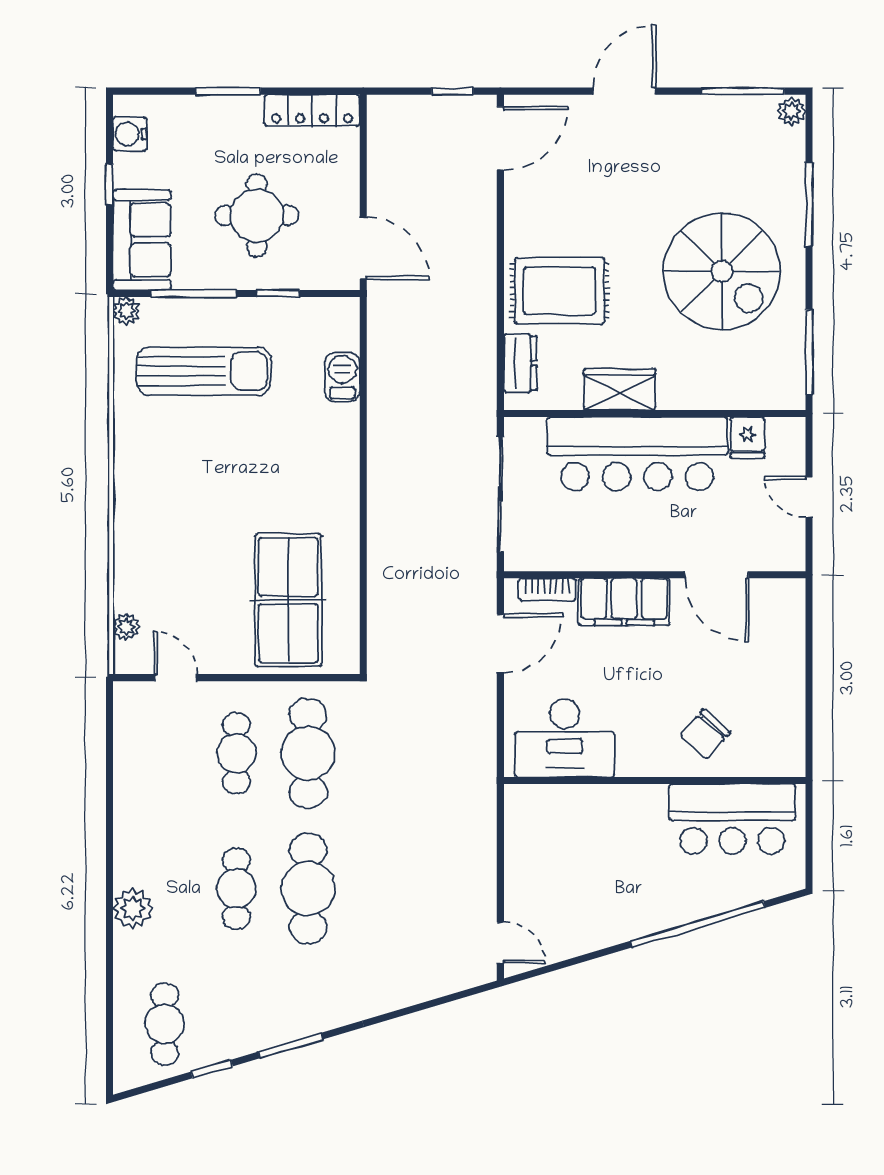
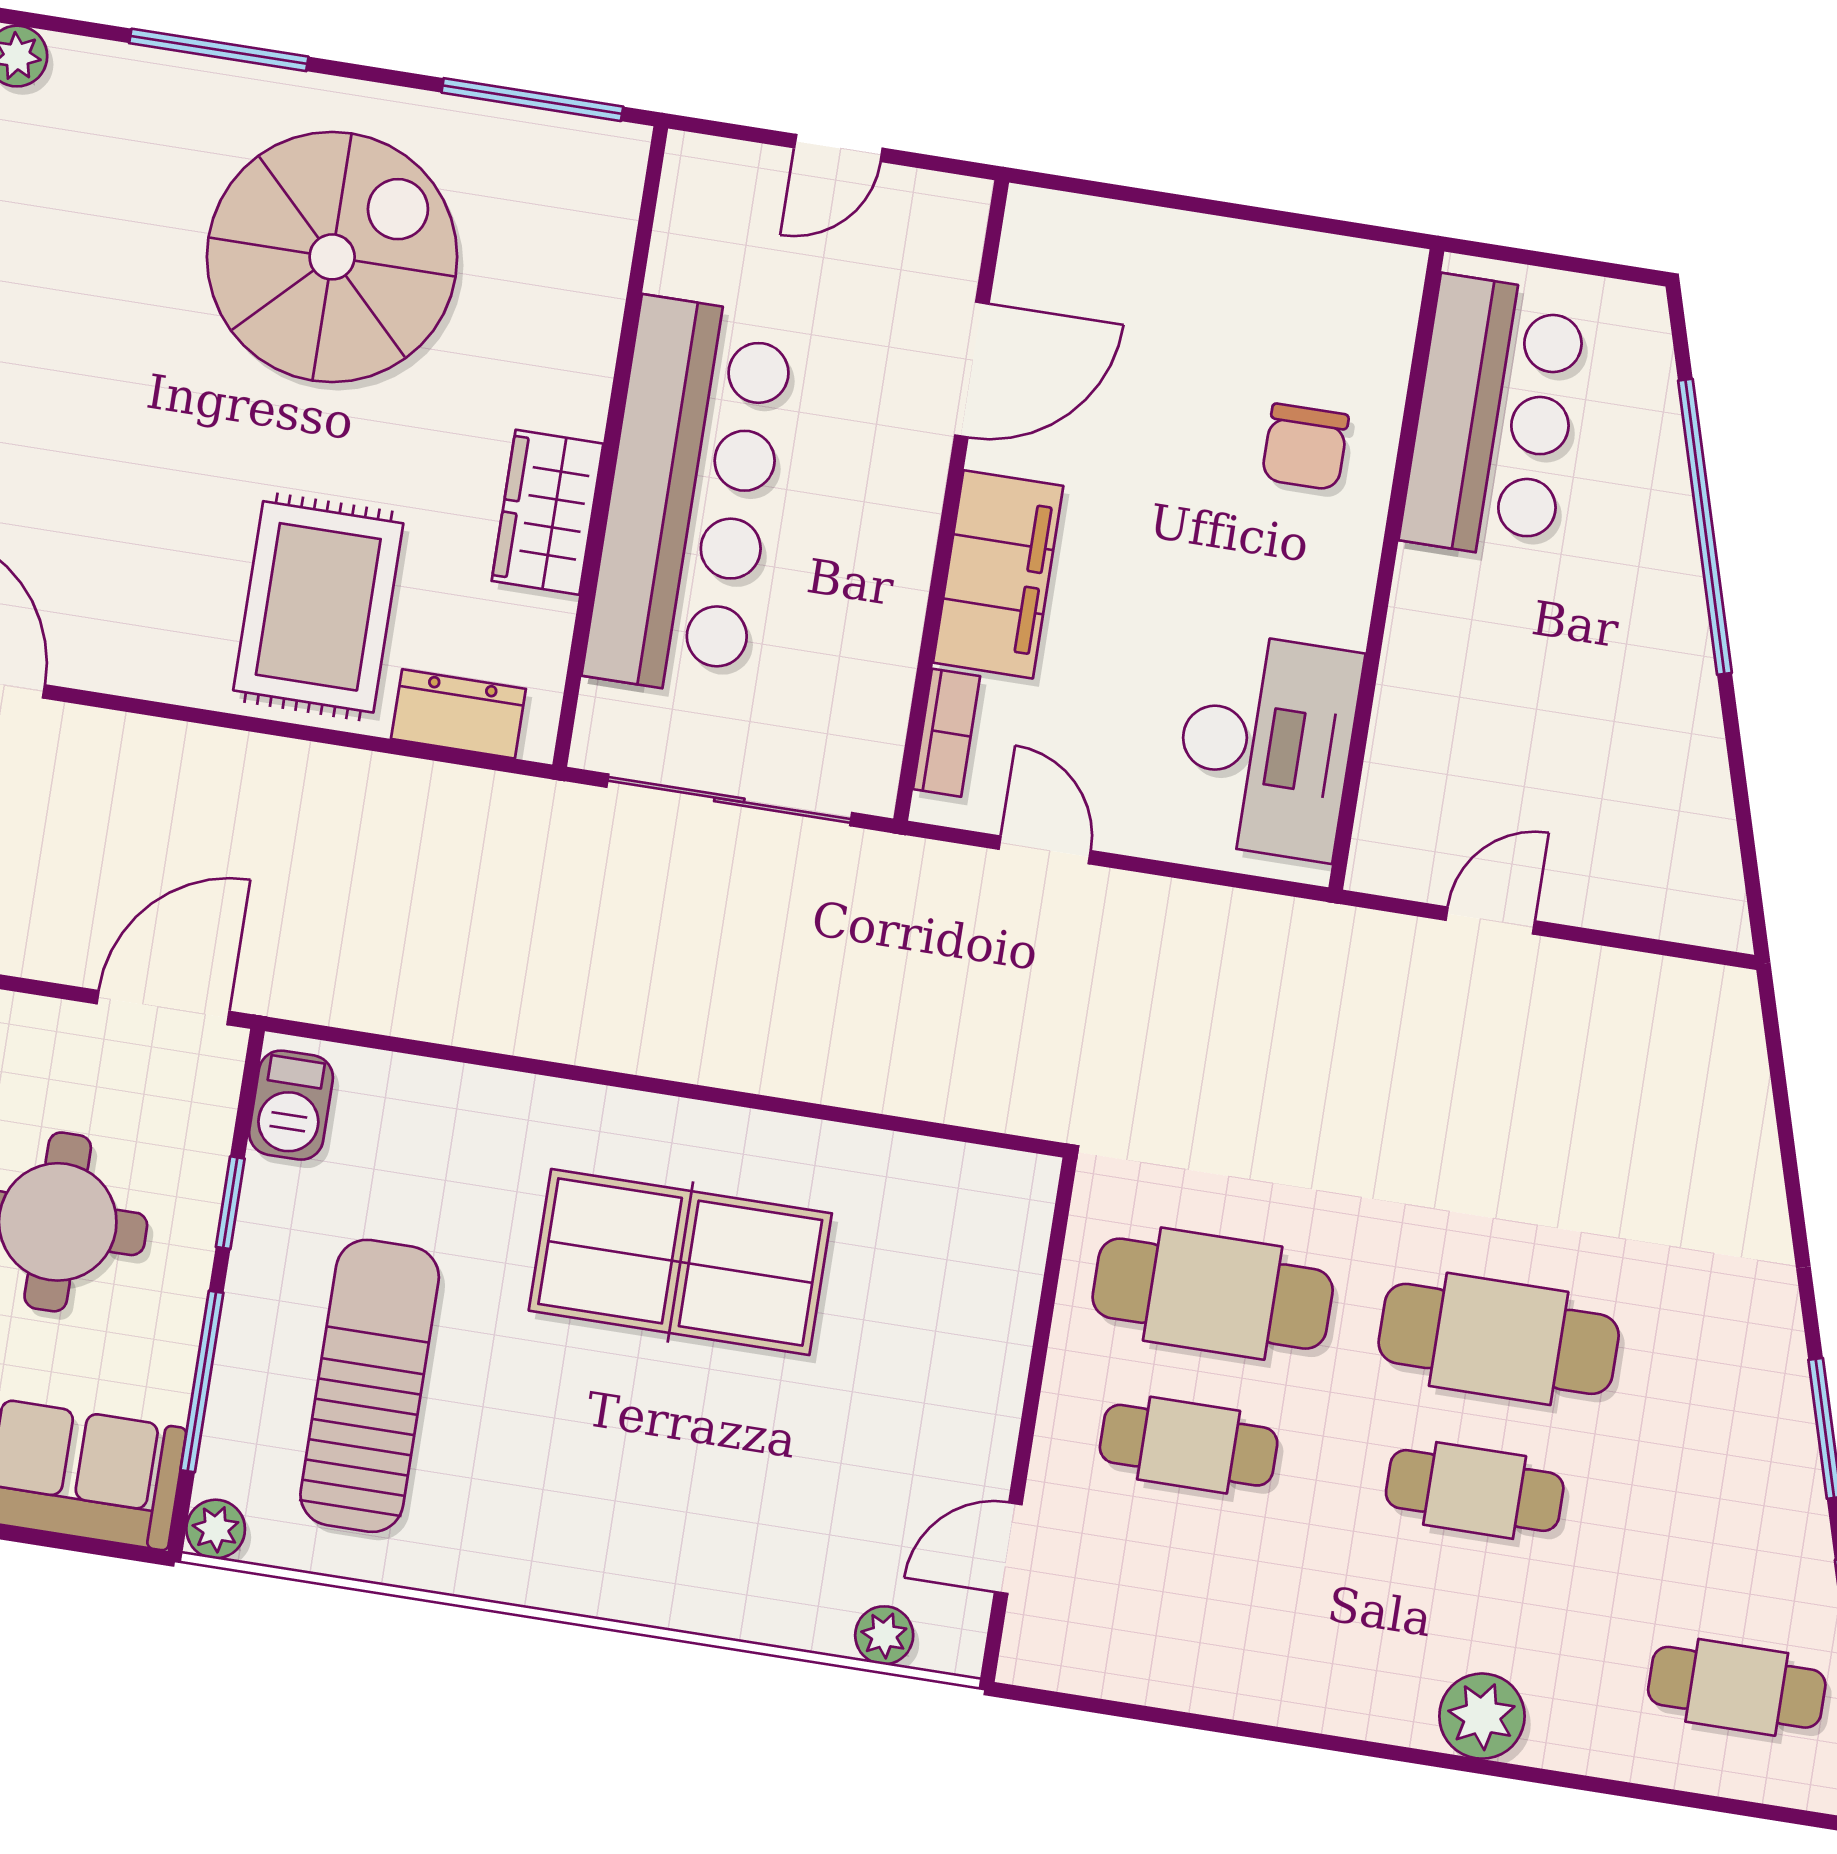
barbecue: (342, 377) -> (291, 1105), moved, turned -90
fridge: (747, 438) -> (692, 258), removed
table tennis table: (288, 600) -> (680, 1262), moved
door: (500, 643) -> (1045, 850), width x0.73
chair: (705, 734) -> (1305, 447), turned 49
door: (500, 943) -> (1490, 920), moved

